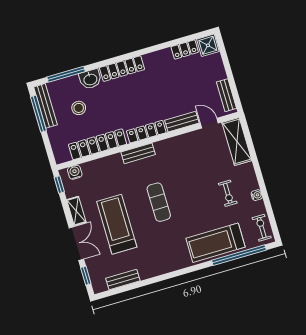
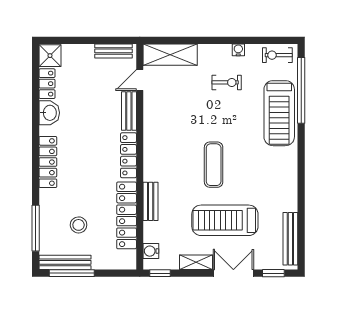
washbasin: (90, 79) -> (49, 113), moved
bench: (138, 153) -> (151, 201), moved
exercise mat: (159, 202) -> (214, 165), turned 90
bench: (123, 280) -> (290, 239), width x1.36

